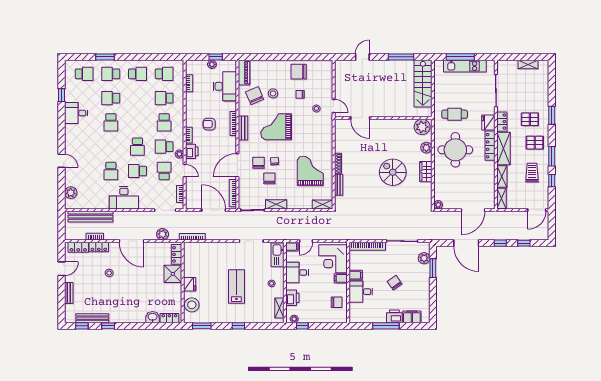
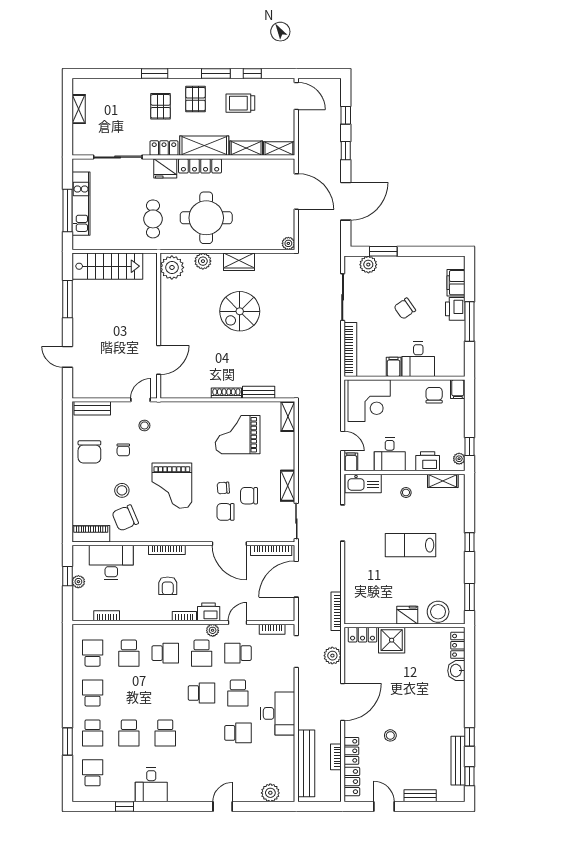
school desk: (111, 122) -> (165, 733), turned 90
bench: (243, 128) -> (92, 408), moved
filing cabinet: (341, 278) -> (458, 389), moved

